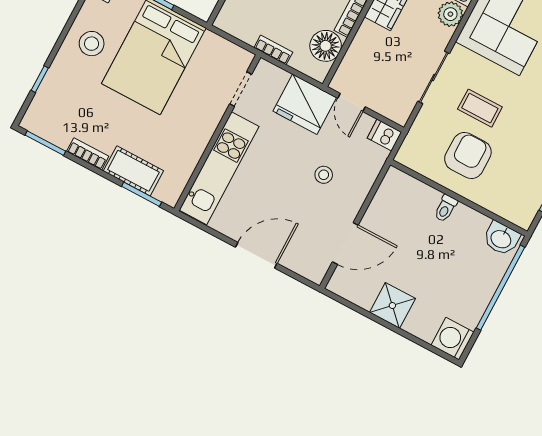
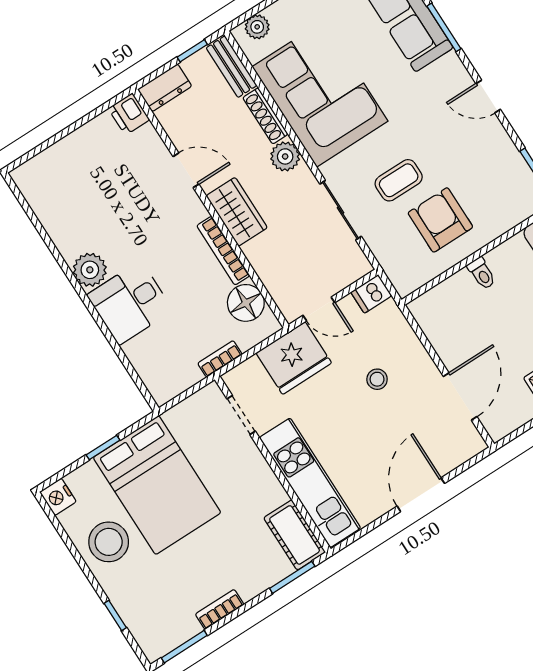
stool: (92, 44) -> (109, 542), width x1.38, depth x1.38
cot: (133, 171) -> (295, 535), moved, turned 90

